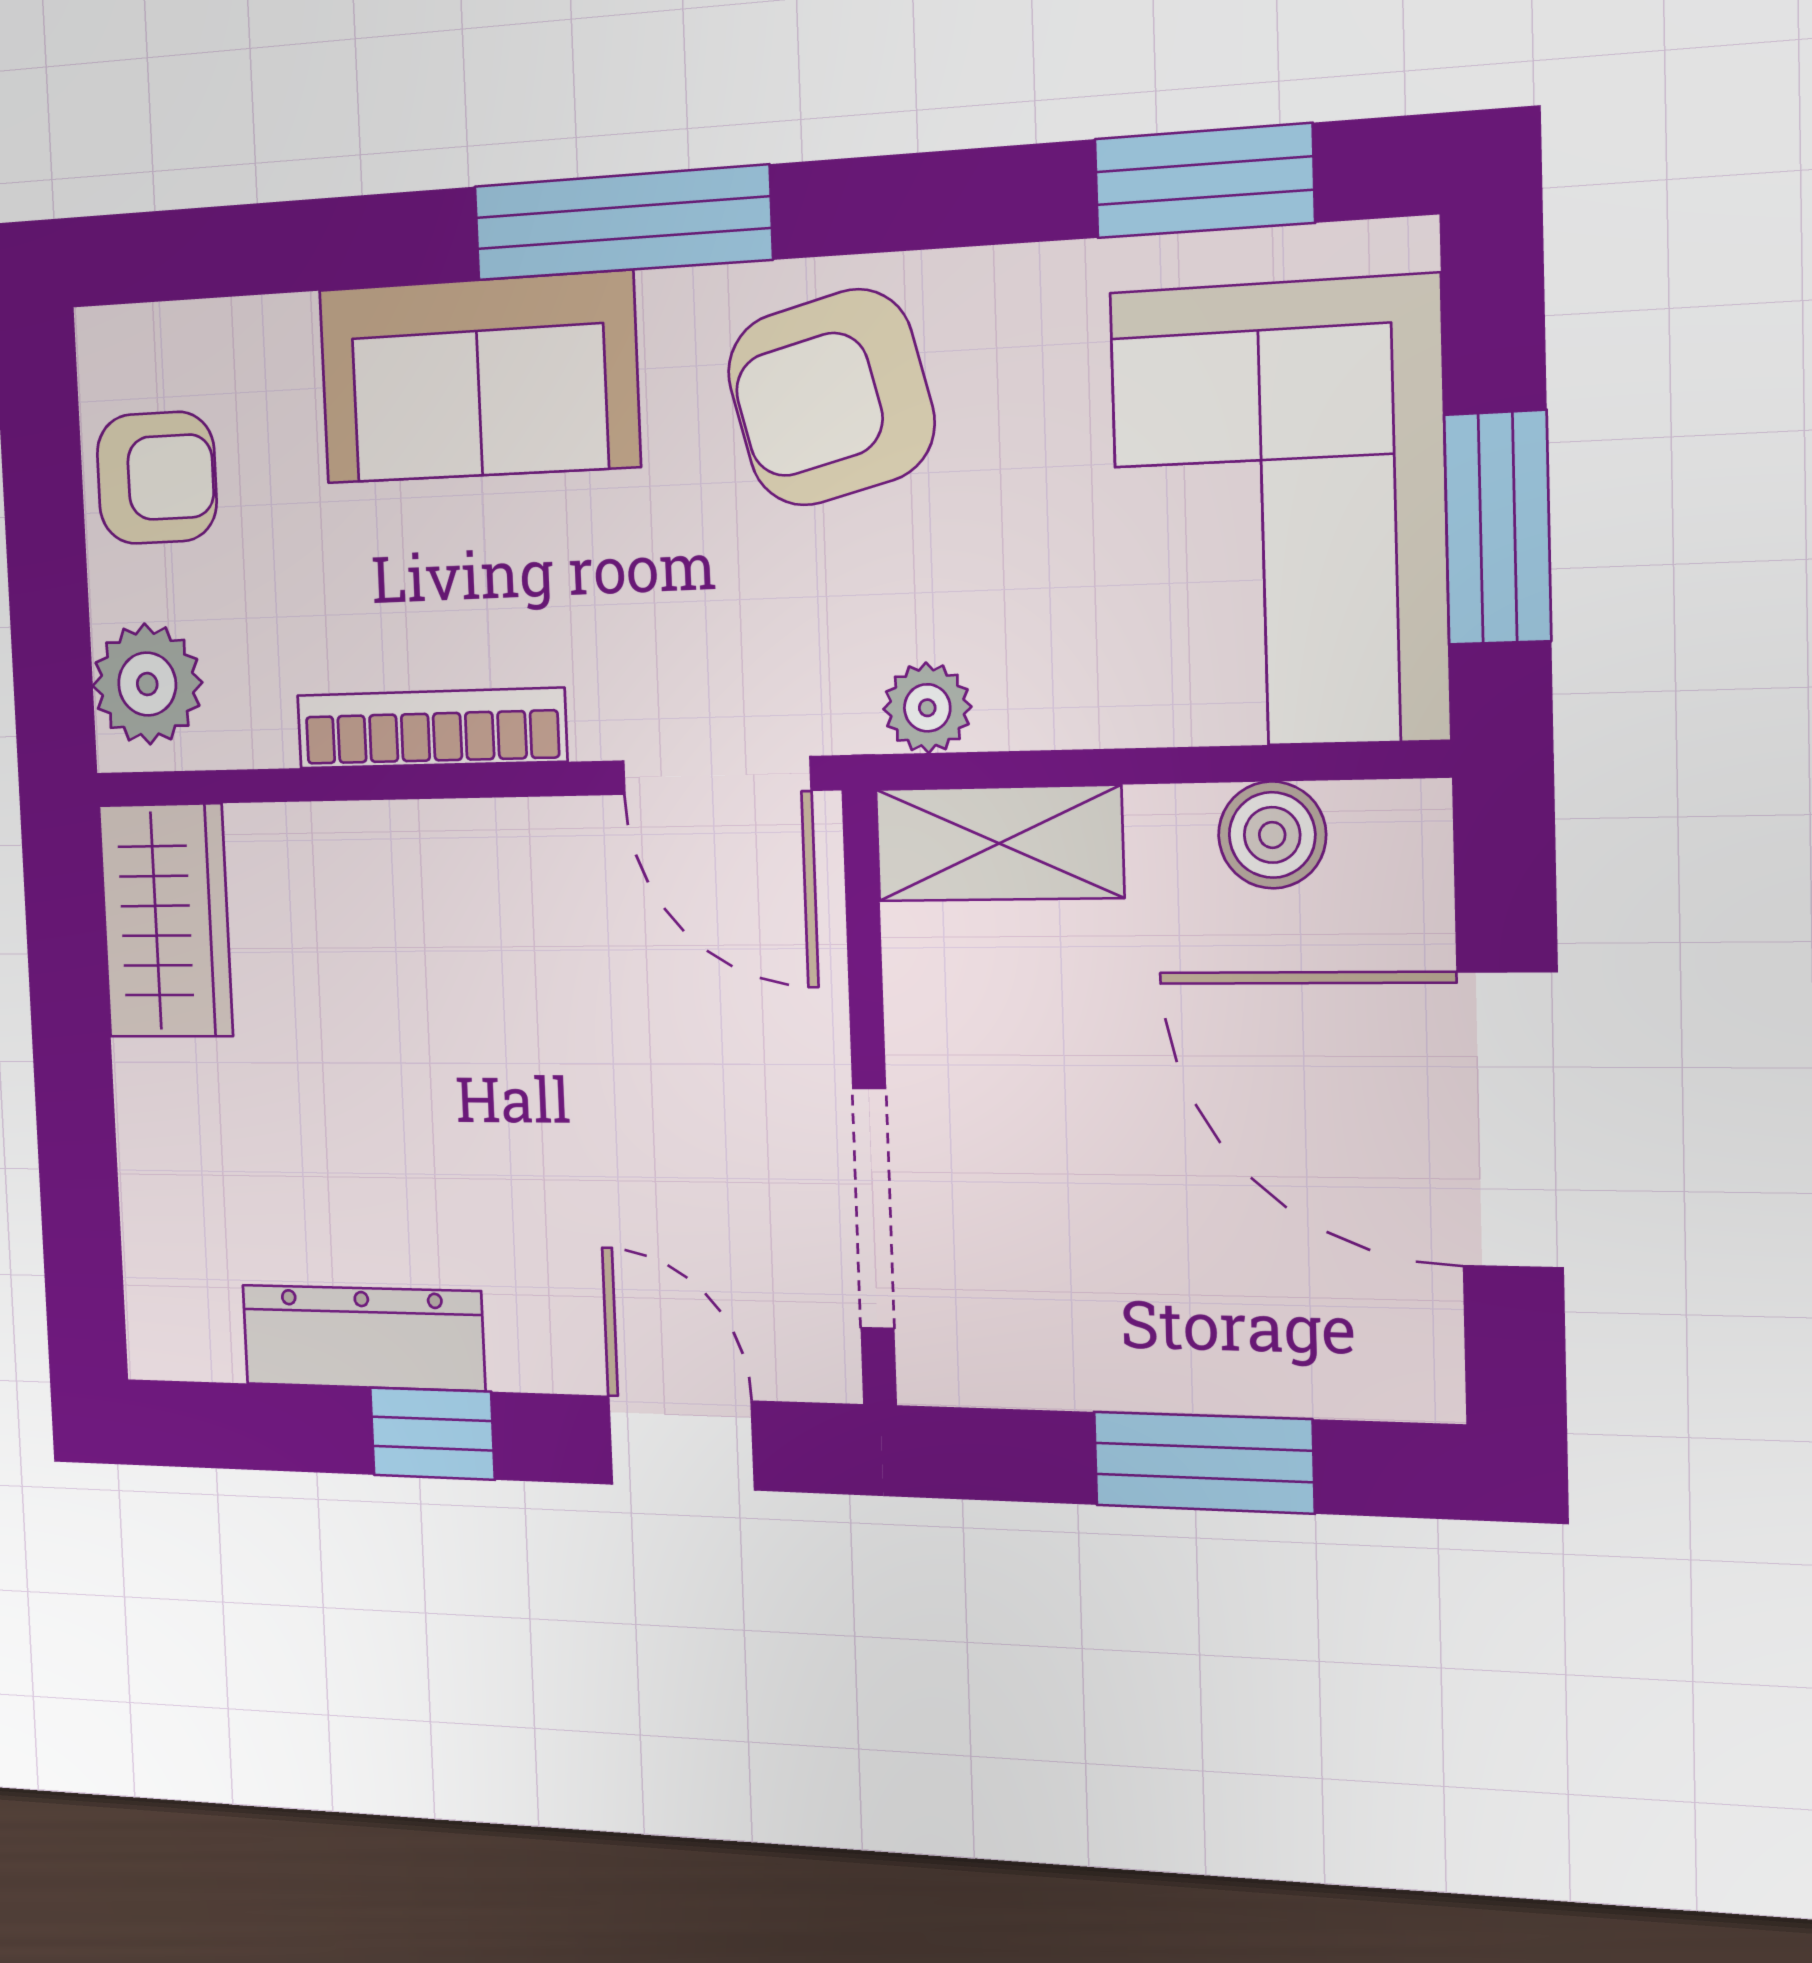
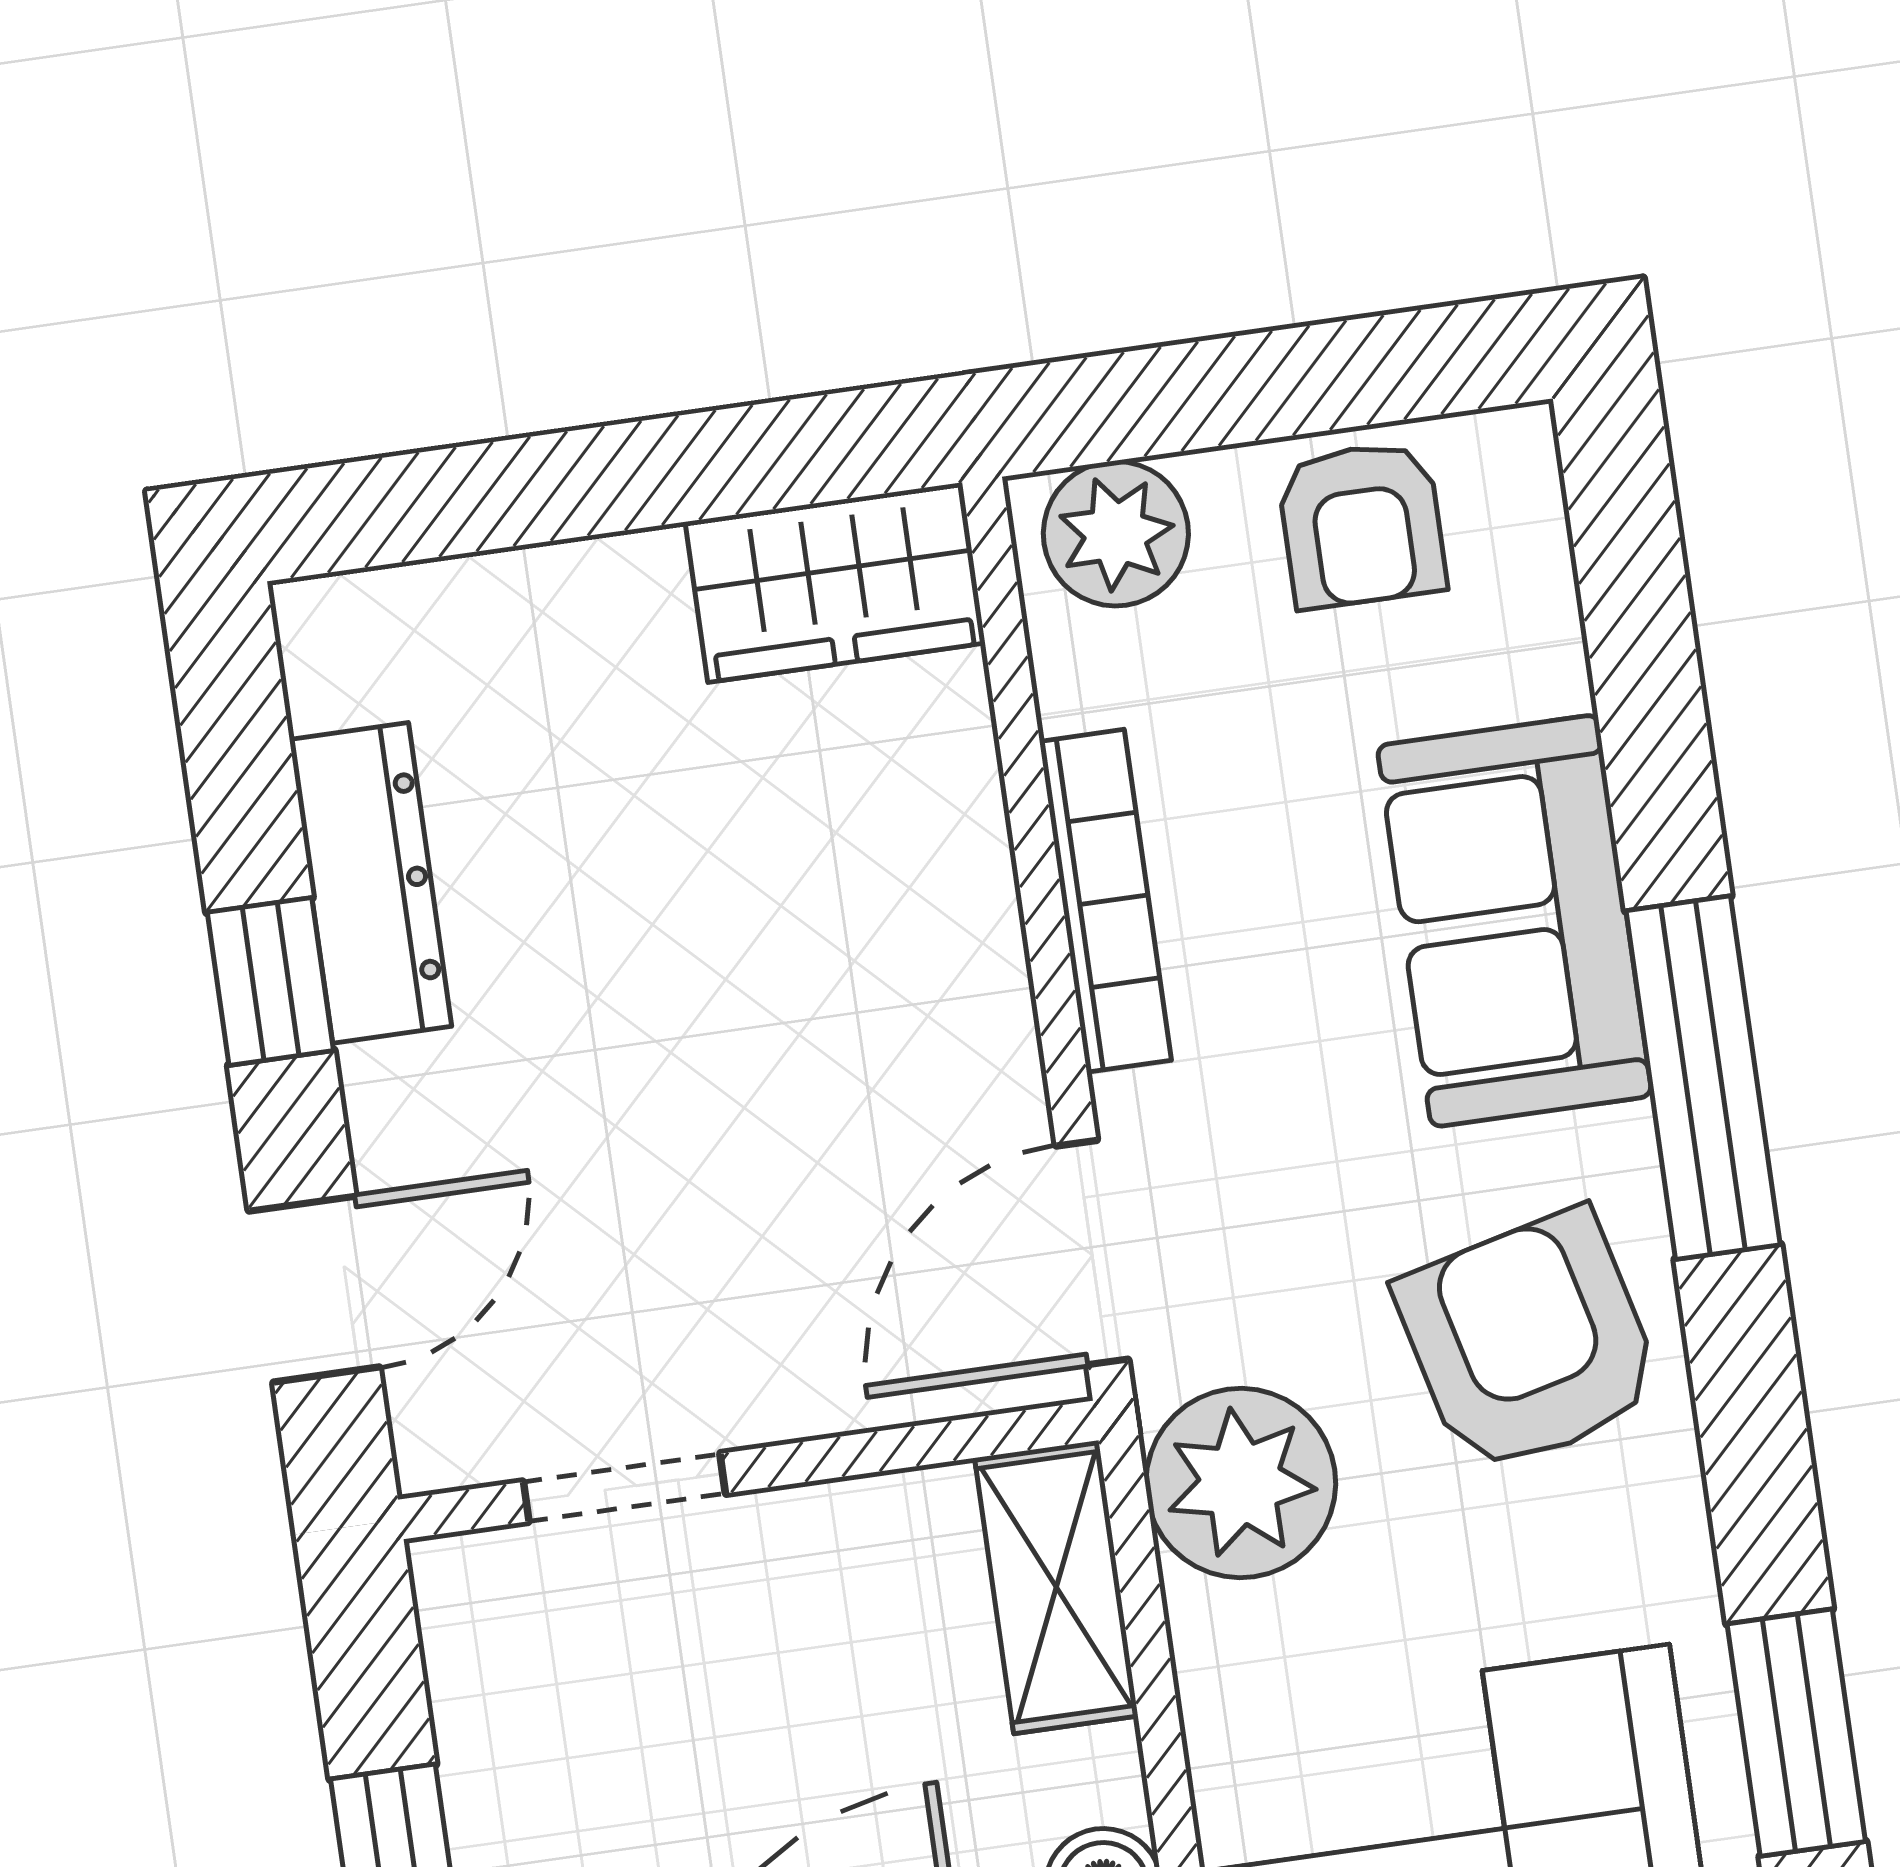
plant: (927, 708) -> (1241, 1483), width x1.87, depth x1.87
doorway: (873, 1209) -> (624, 1488), width x0.73

